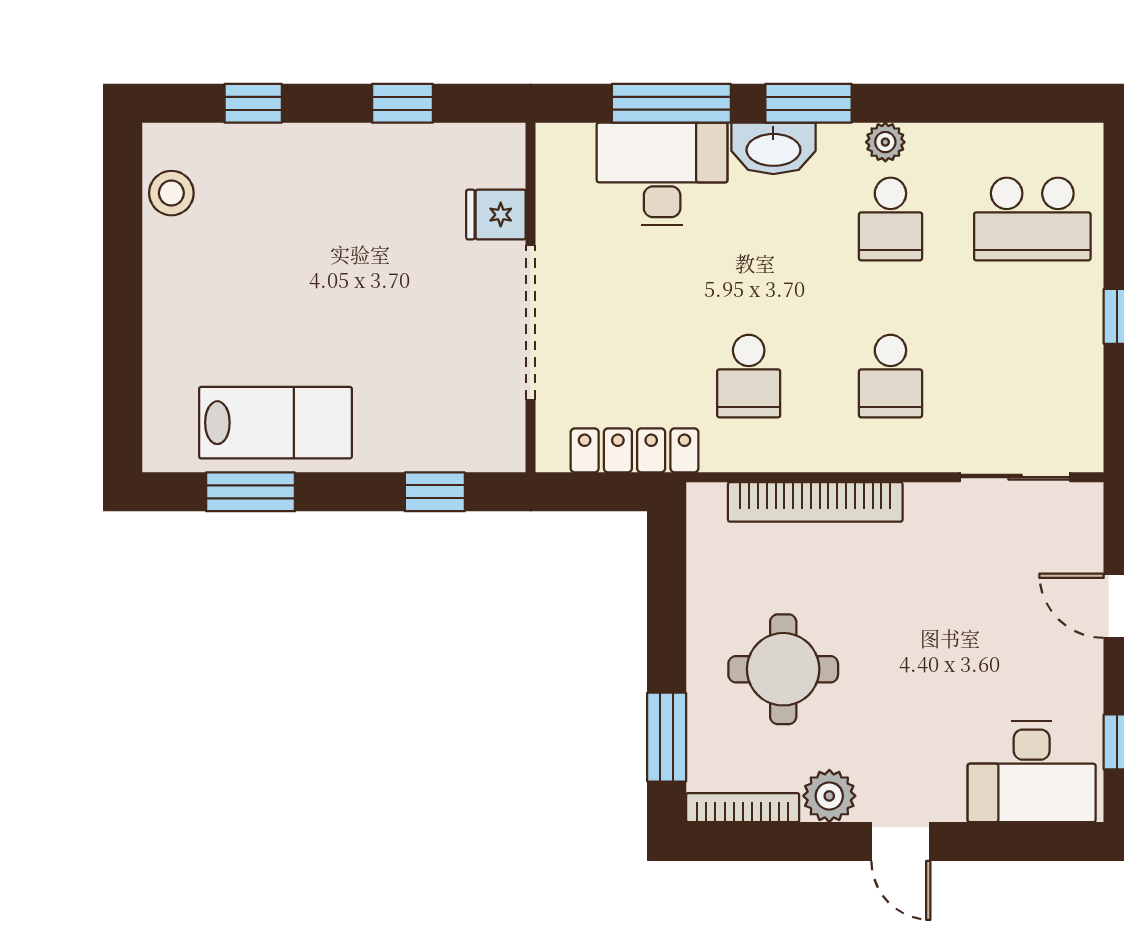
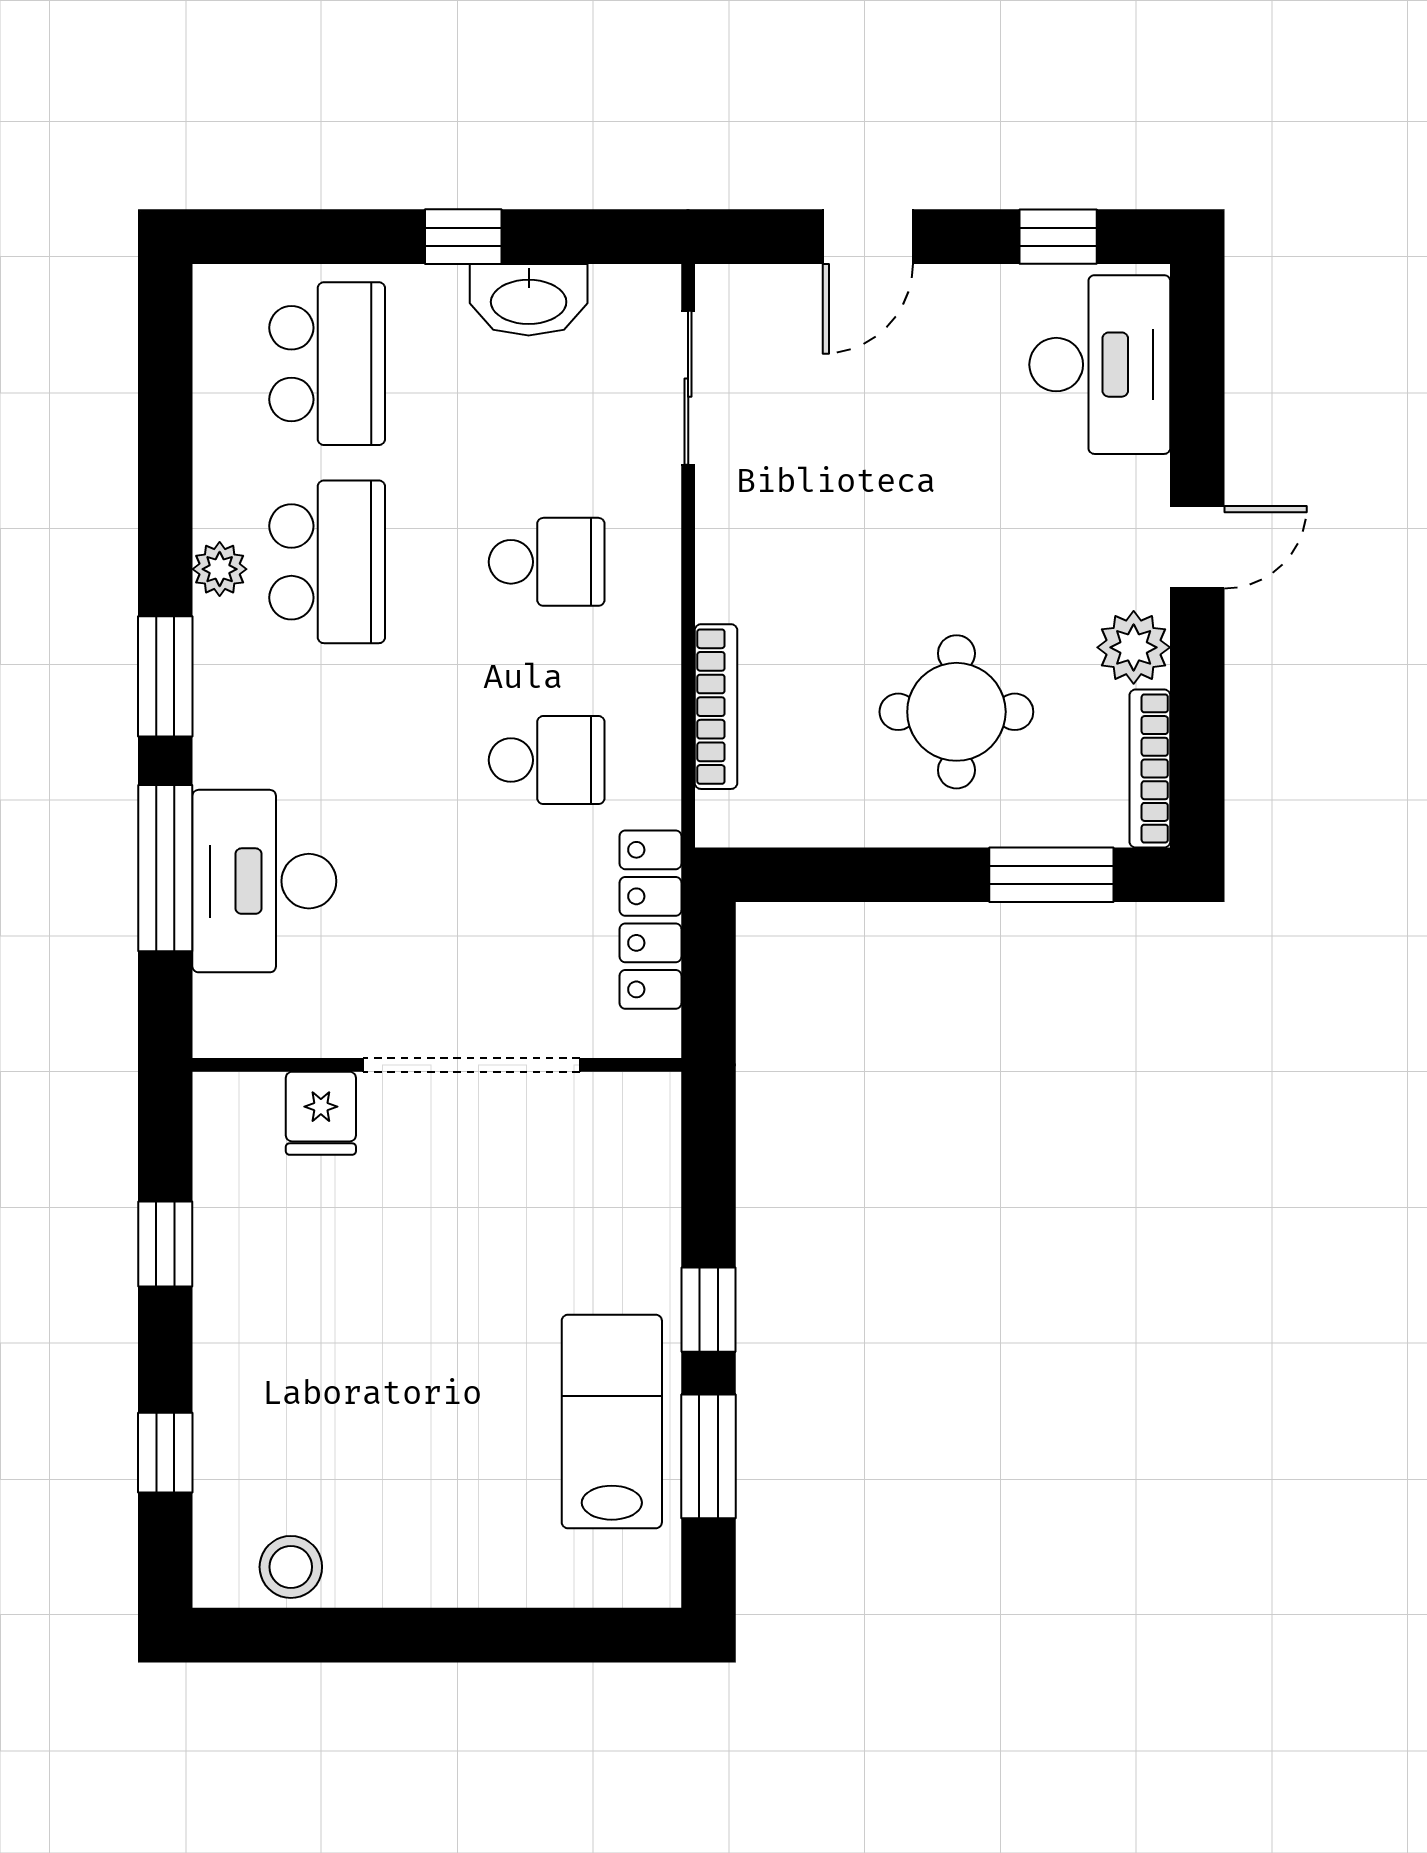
washbasin: (773, 148) -> (529, 300), moved, turned 90
school desk: (890, 219) -> (327, 562), width x1.85
window: (435, 492) -> (708, 1310), moved
bookcase: (815, 502) -> (716, 707), width x0.68, depth x0.76

